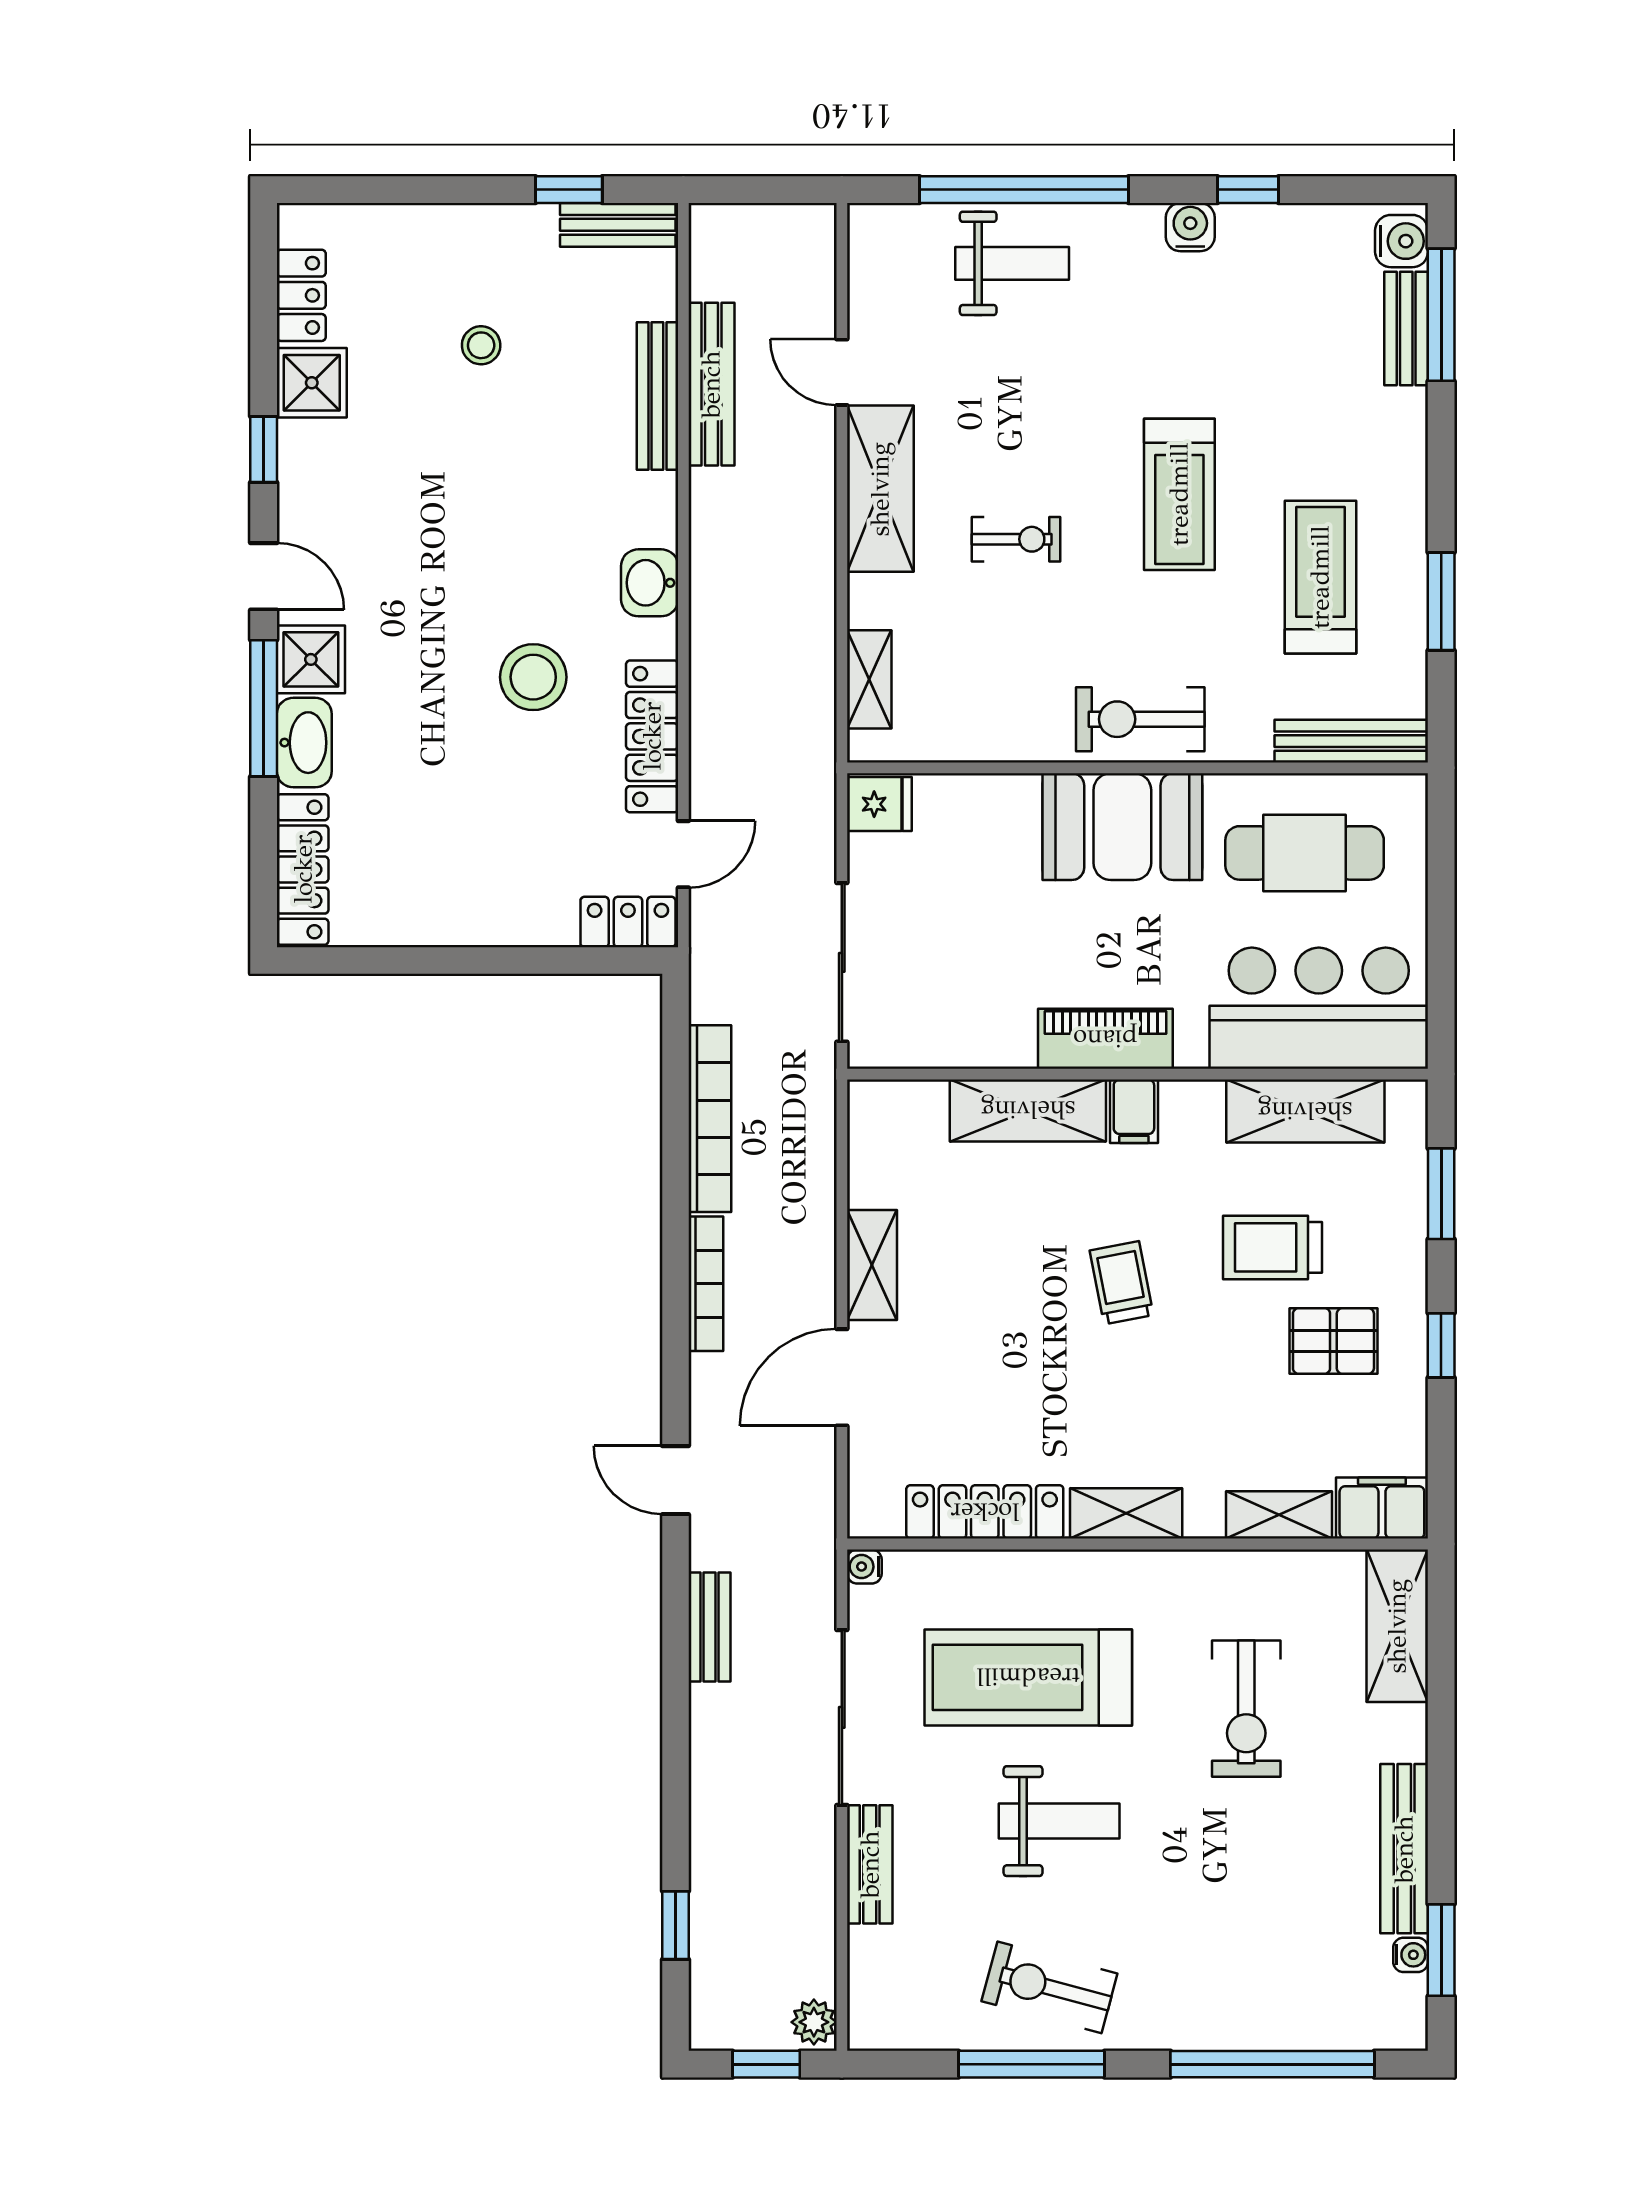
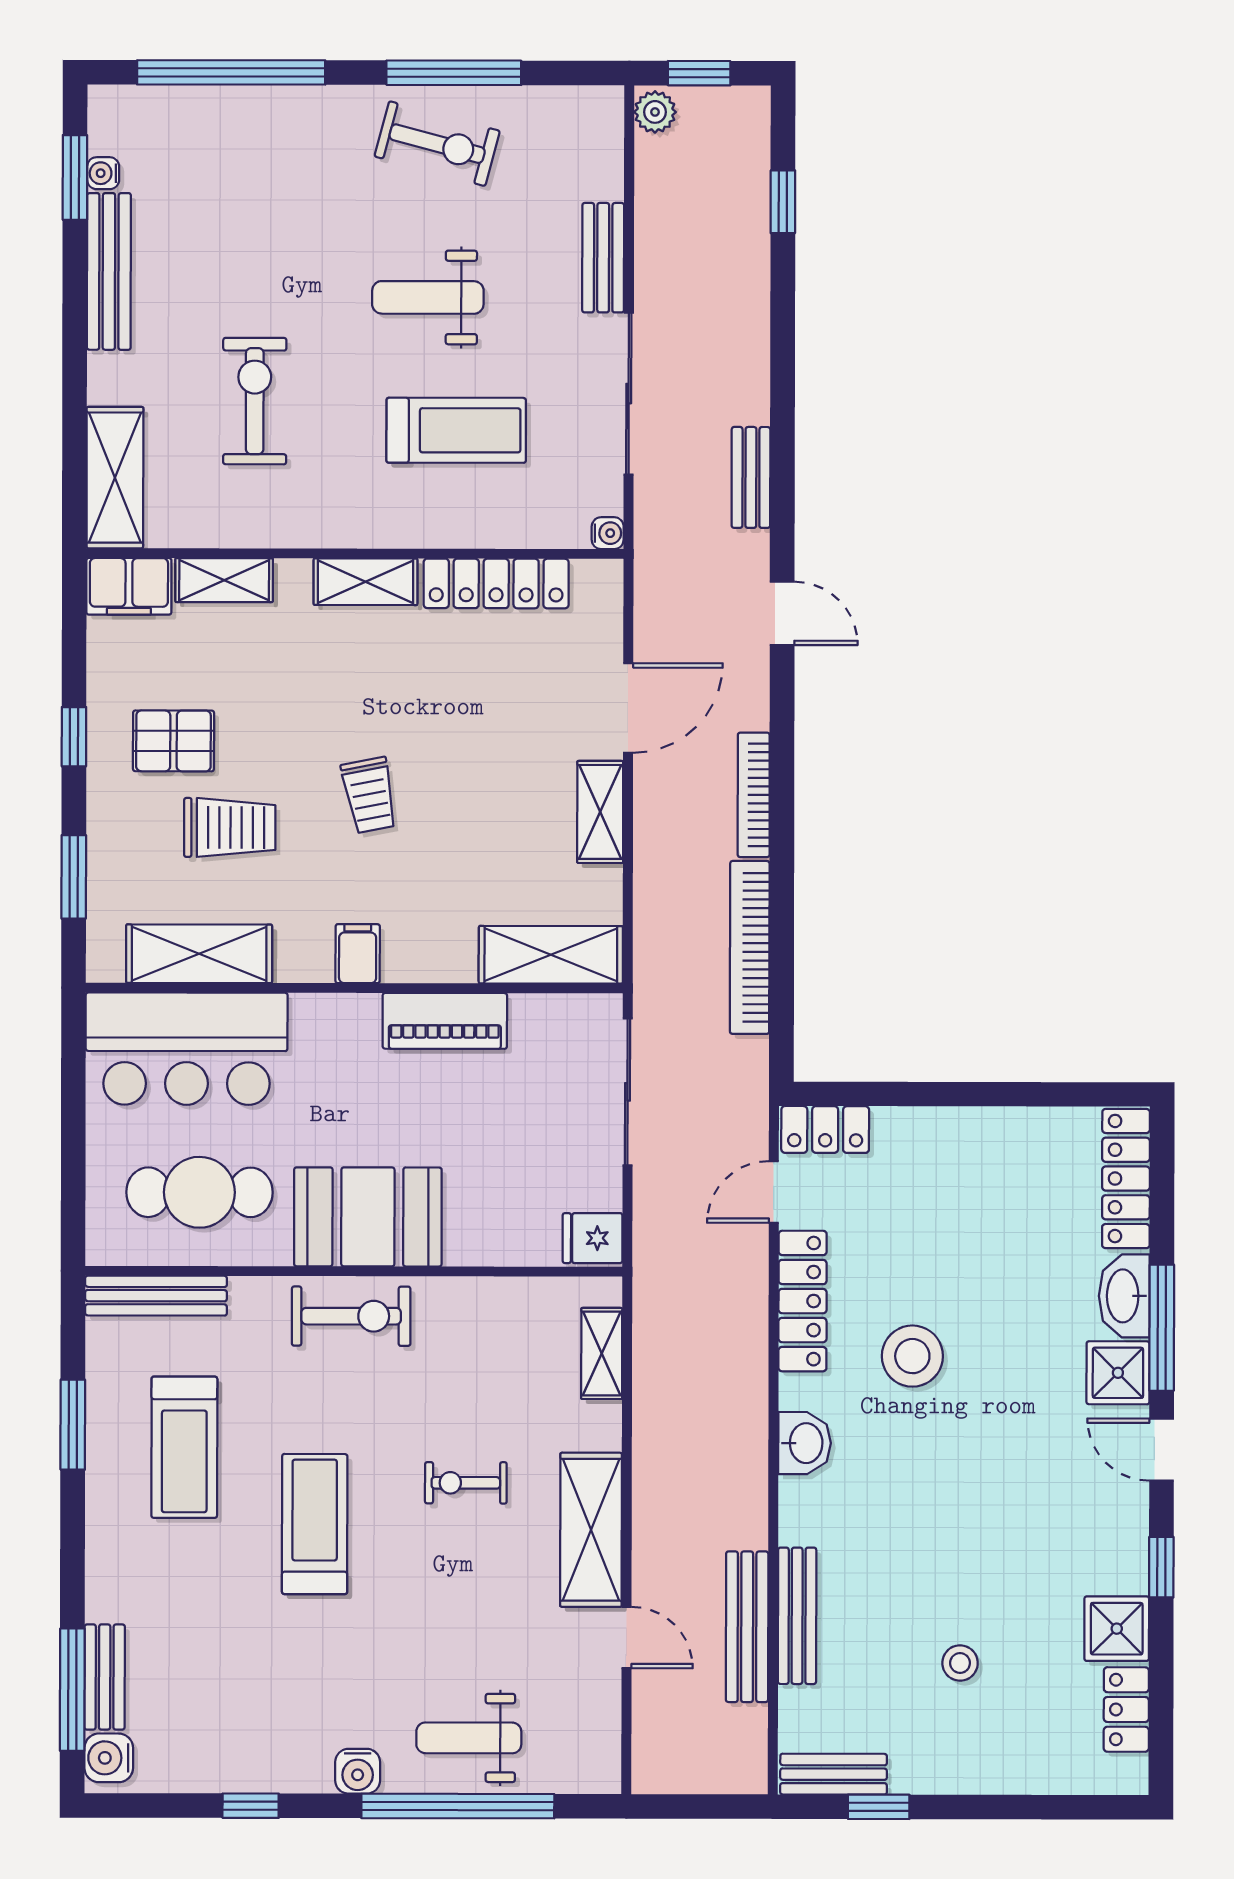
water cooler: (1190, 227) -> (358, 1771), moved
piano: (1105, 1039) -> (445, 1021), moved
shelving: (1028, 1110) -> (551, 955), moved
treadmill: (1028, 1677) -> (456, 430), width x0.73, depth x0.73

